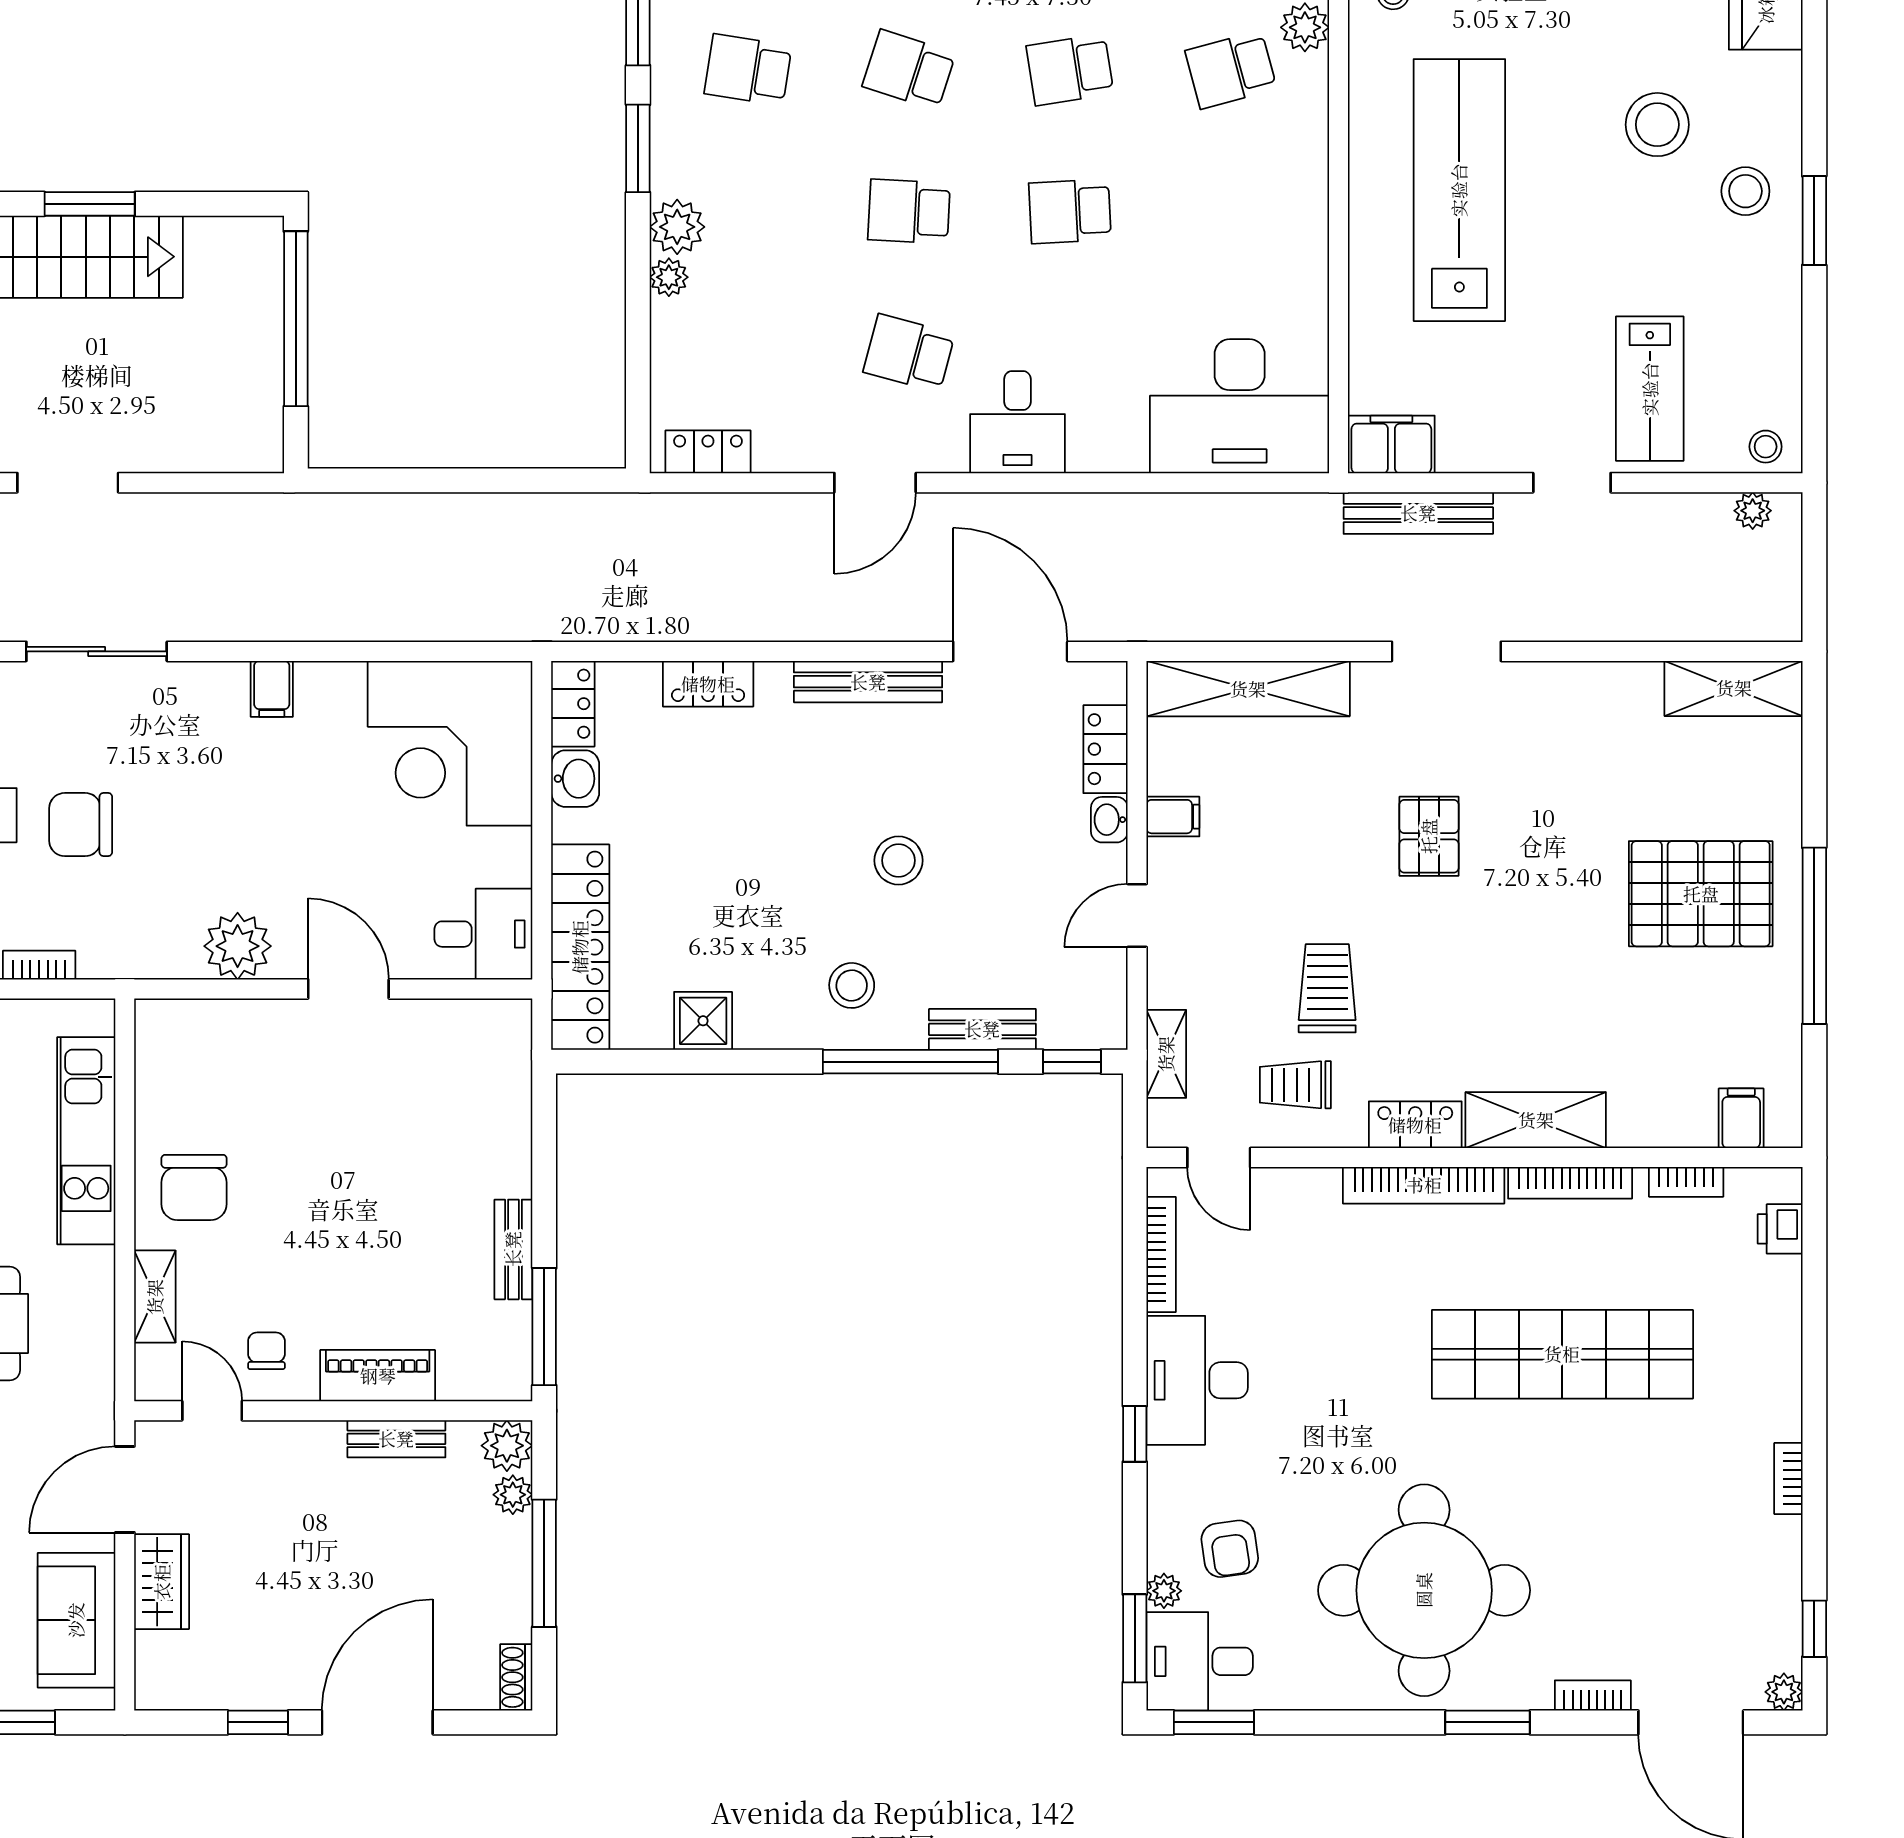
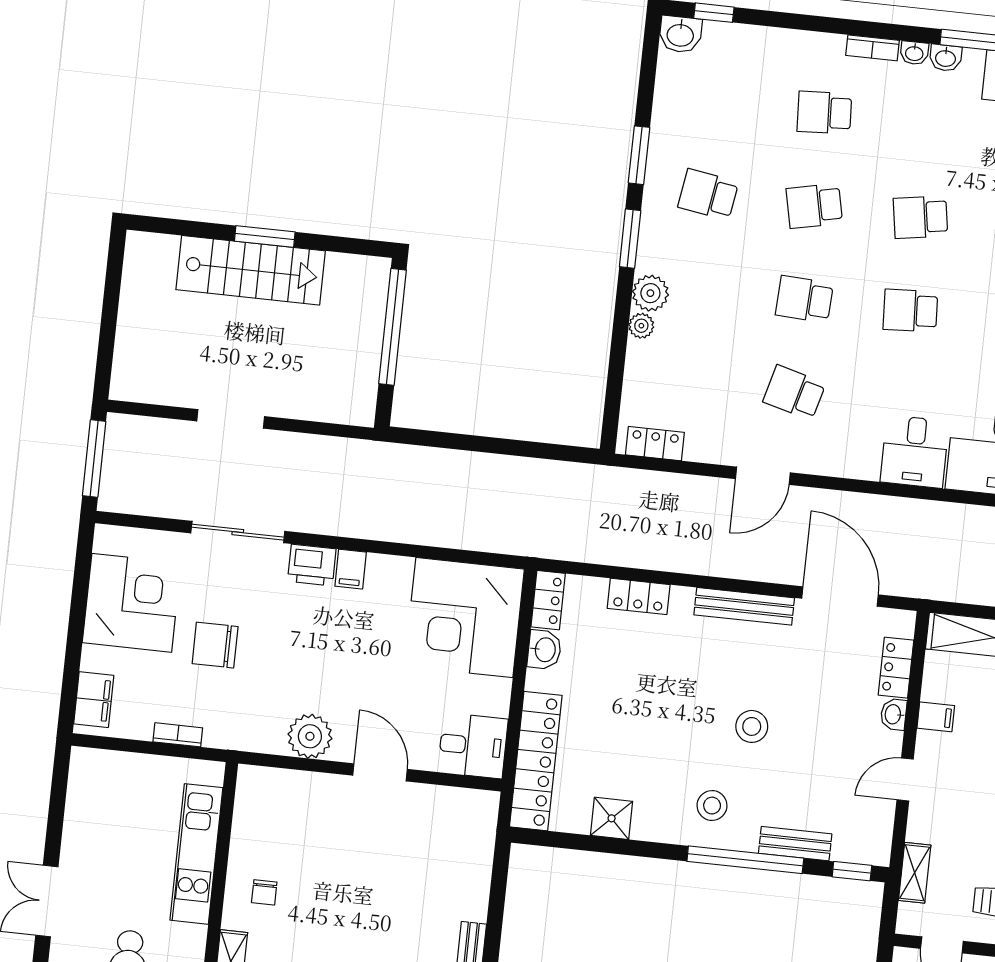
school desk: (909, 70) -> (814, 206), turned -30
desk: (1017, 422) -> (915, 452), moved
printer: (213, 689) -> (312, 565), added
chair: (194, 1187) -> (264, 892), width x0.54, depth x0.54

